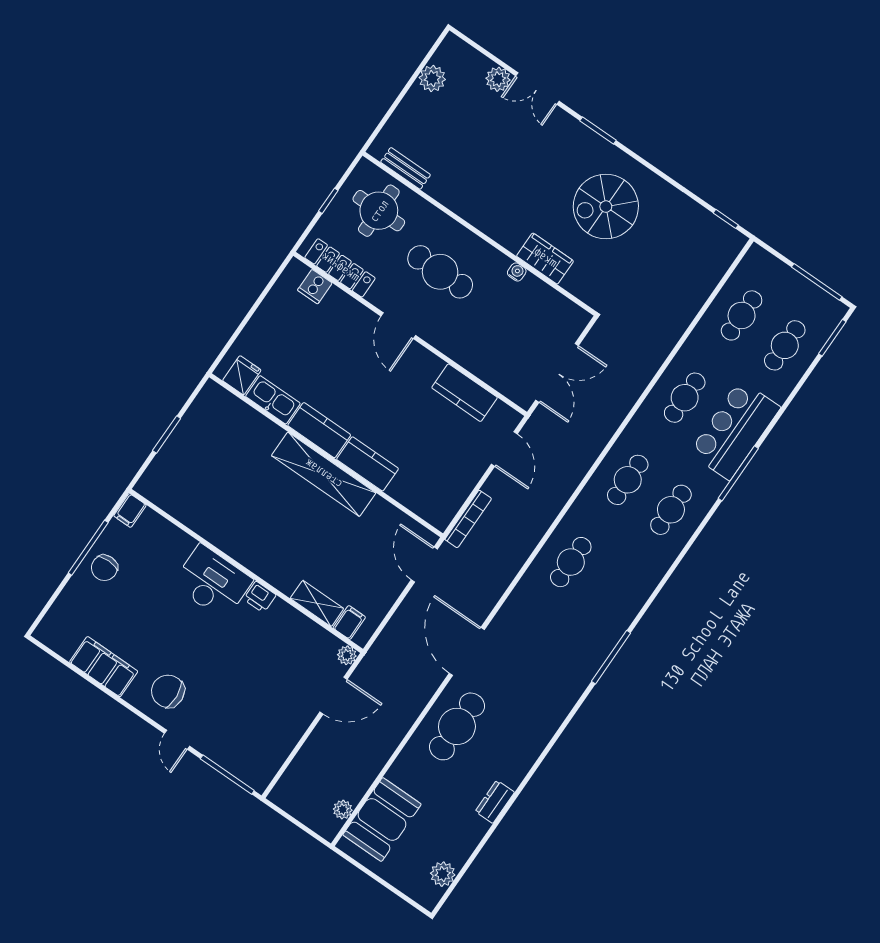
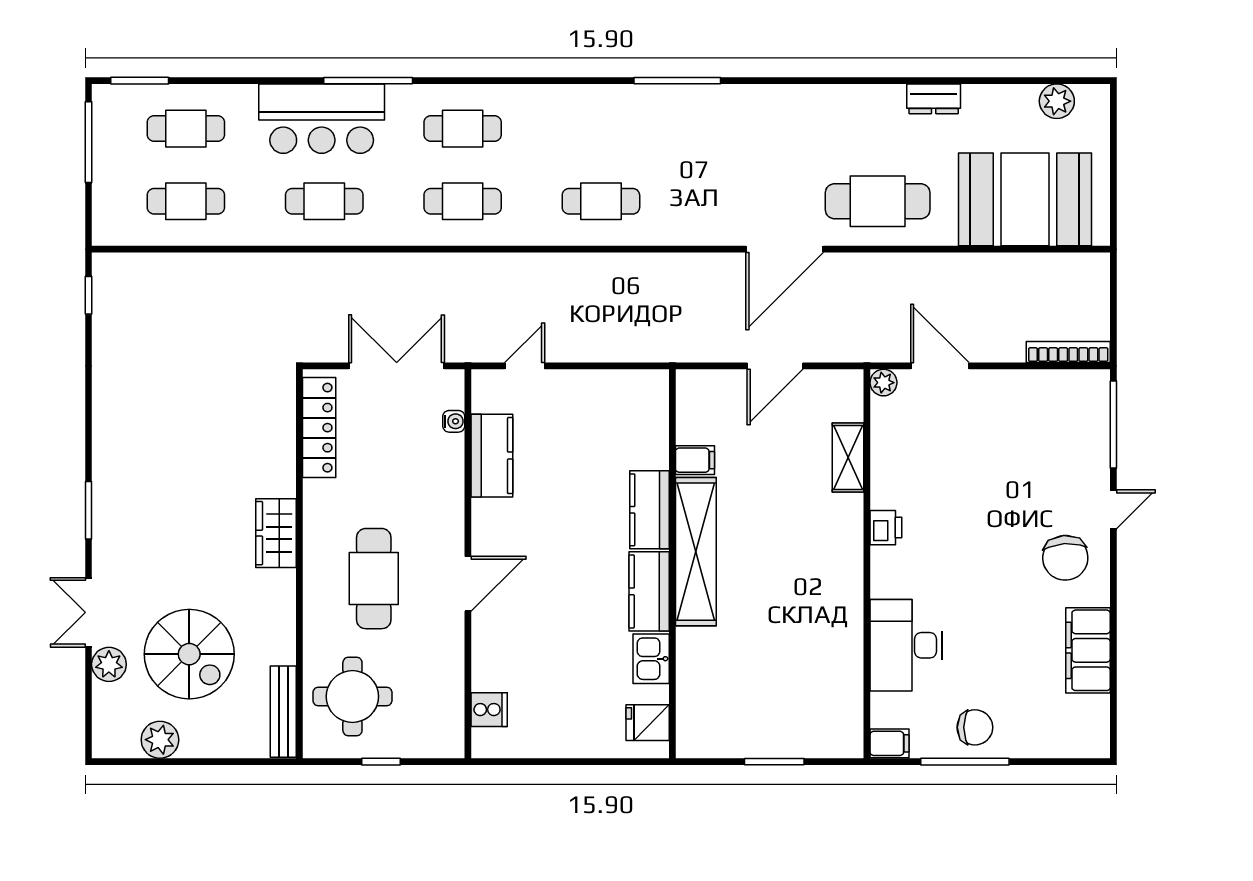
double door: (537, 88) -> (89, 612), swing flipped
bench: (406, 168) -> (283, 712), width x1.36
spiral stairs: (606, 207) -> (189, 654), moved
wardrobe: (545, 259) -> (276, 533), moved
locker: (340, 268) -> (319, 428), moved, turned 180
water cooler: (517, 272) -> (454, 421), moved, turned 180
kitchen sink: (273, 400) -> (651, 659), width x0.73
door: (504, 449) -> (525, 366), width x0.73
bookcase: (468, 519) -> (1068, 352), moved
door: (424, 564) -> (775, 366), moved
desk: (212, 582) -> (906, 645), moved
filing cabinet: (349, 623) -> (695, 460), moved, turned 180
plant: (343, 810) -> (1062, 266), removed
booth: (382, 819) -> (1025, 199), width x1.36, depth x1.42

